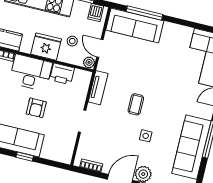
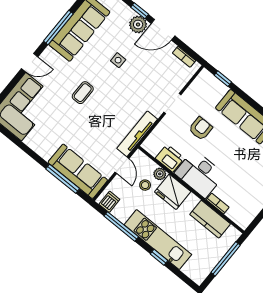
plant: (89, 62) -> (160, 174), moved
tv unit: (98, 88) -> (137, 134), width x1.41
coffee table: (136, 104) -> (83, 93), moved
armchair: (36, 108) -> (201, 128), moved
window: (25, 157) -> (223, 79), moved

